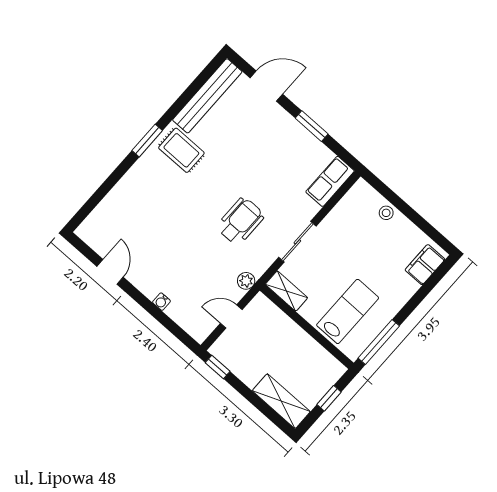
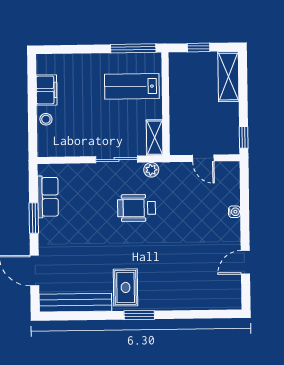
row of seats: (330, 181) -> (48, 197), moved, turned -90
filing cabinet: (425, 265) -> (46, 90), moved, turned -90
plant: (246, 281) -> (151, 170), moved

